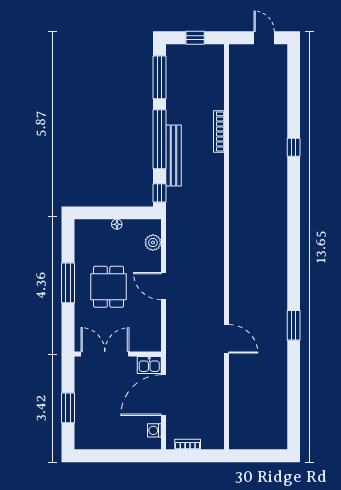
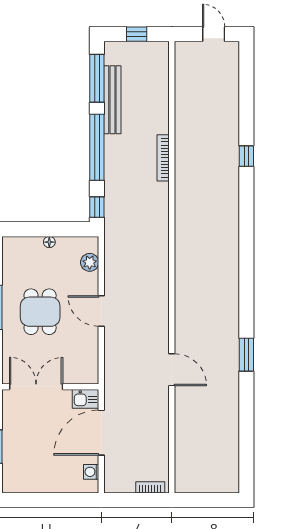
bookcase: (219, 131) -> (163, 158), moved
bench: (173, 155) -> (112, 100), moved
bookcase: (188, 444) -> (150, 487), moved

